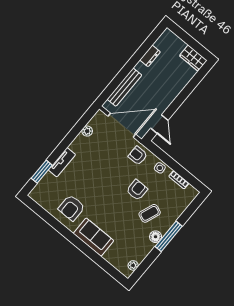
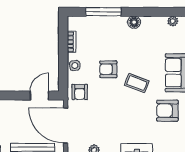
armchair: (72, 208) -> (167, 111), turned 180
coffee table: (150, 213) -> (137, 83), moved
window: (169, 236) -> (103, 12), moved

